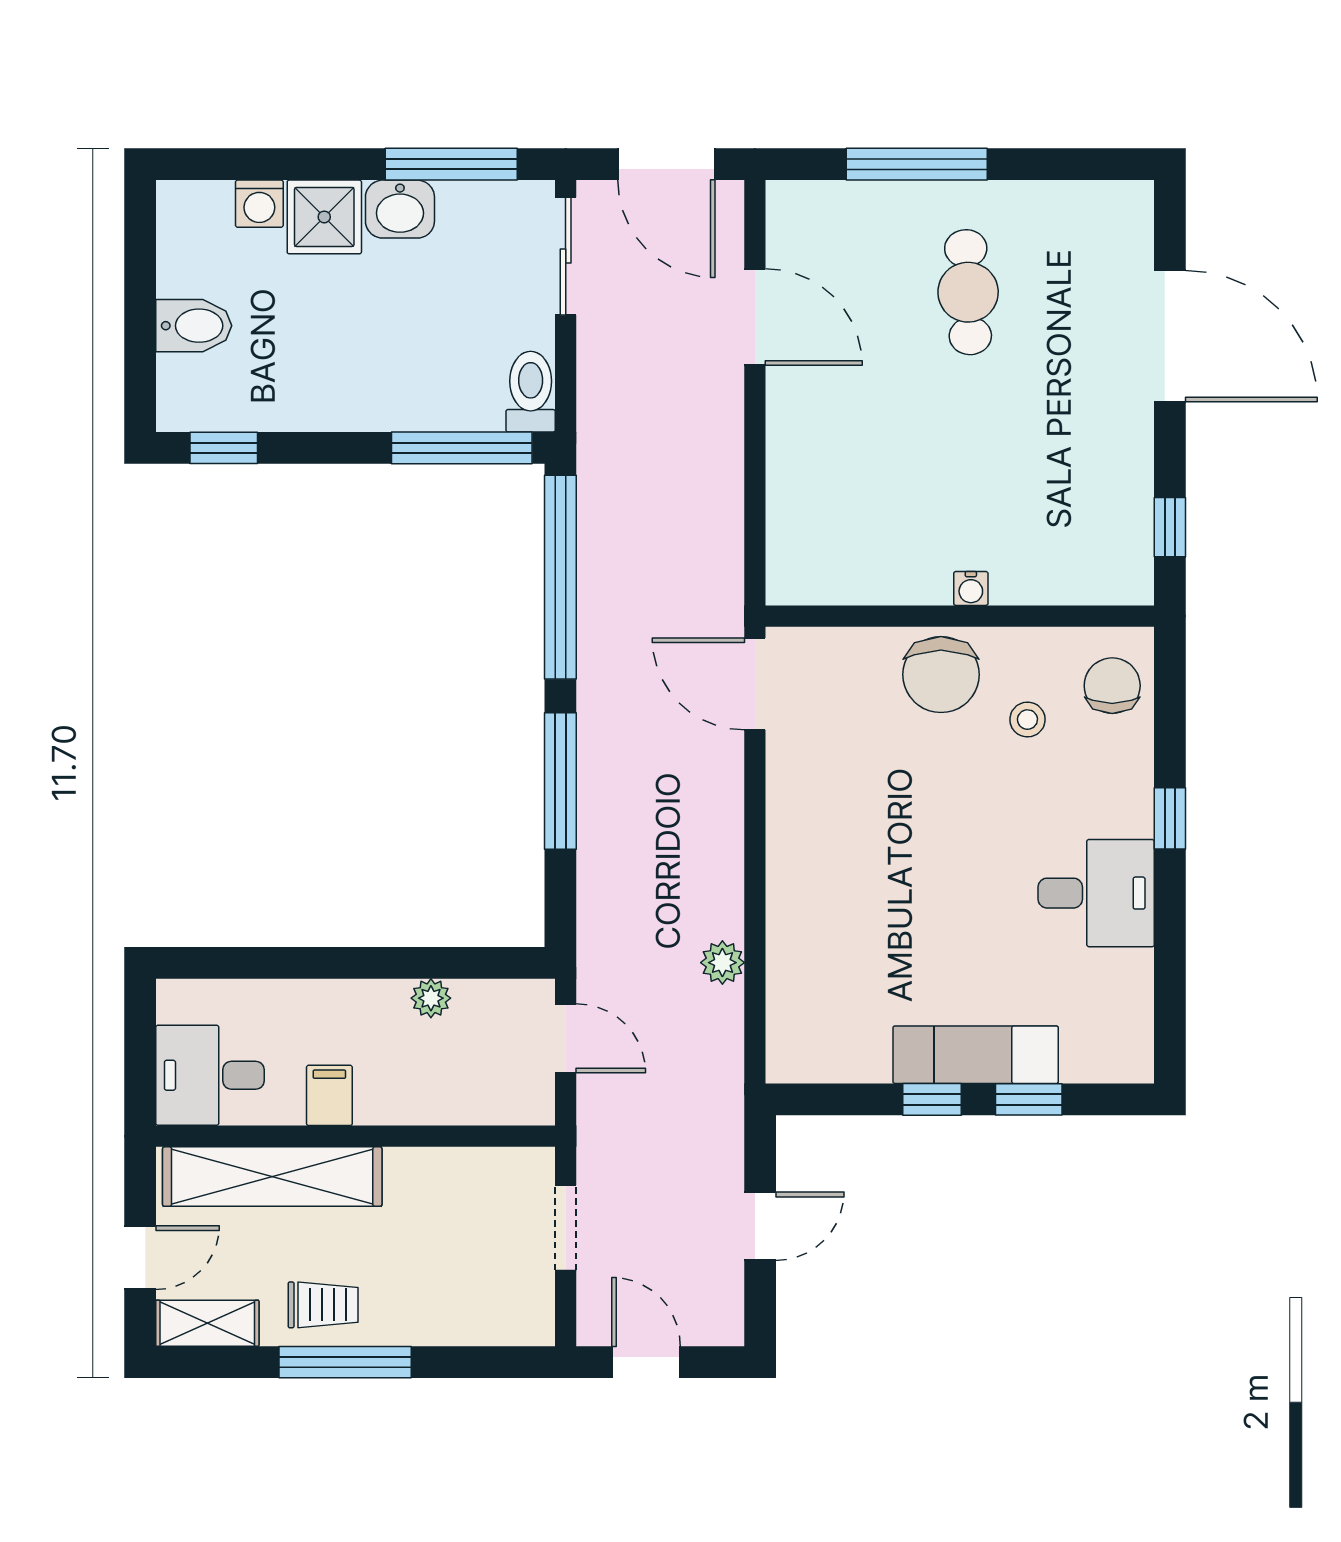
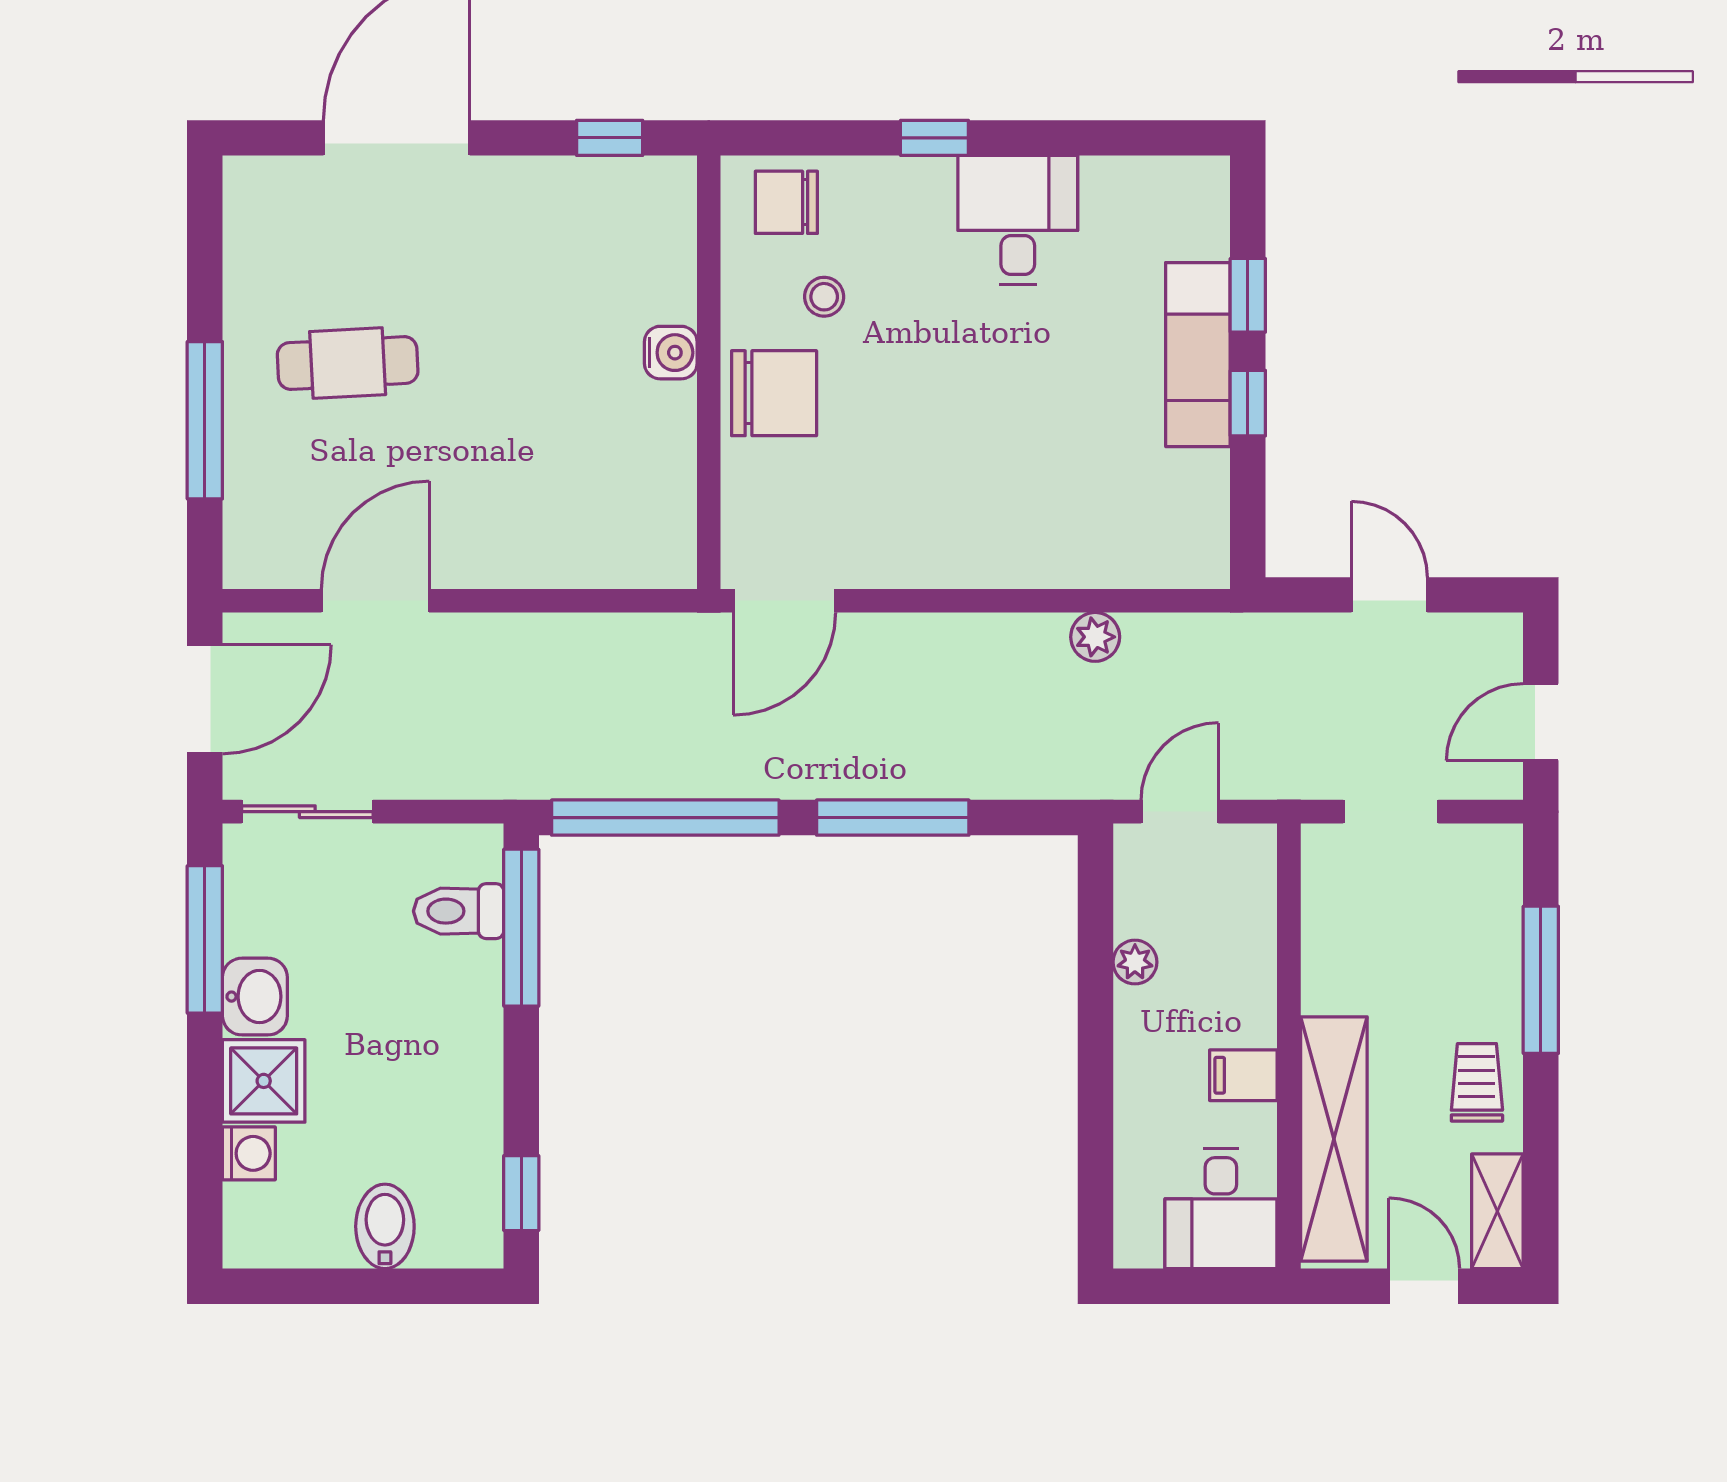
toilet: (531, 392) -> (459, 911), moved
water cooler: (971, 588) -> (671, 353), width x1.38, depth x1.38
window: (345, 1362) -> (1541, 980), moved

